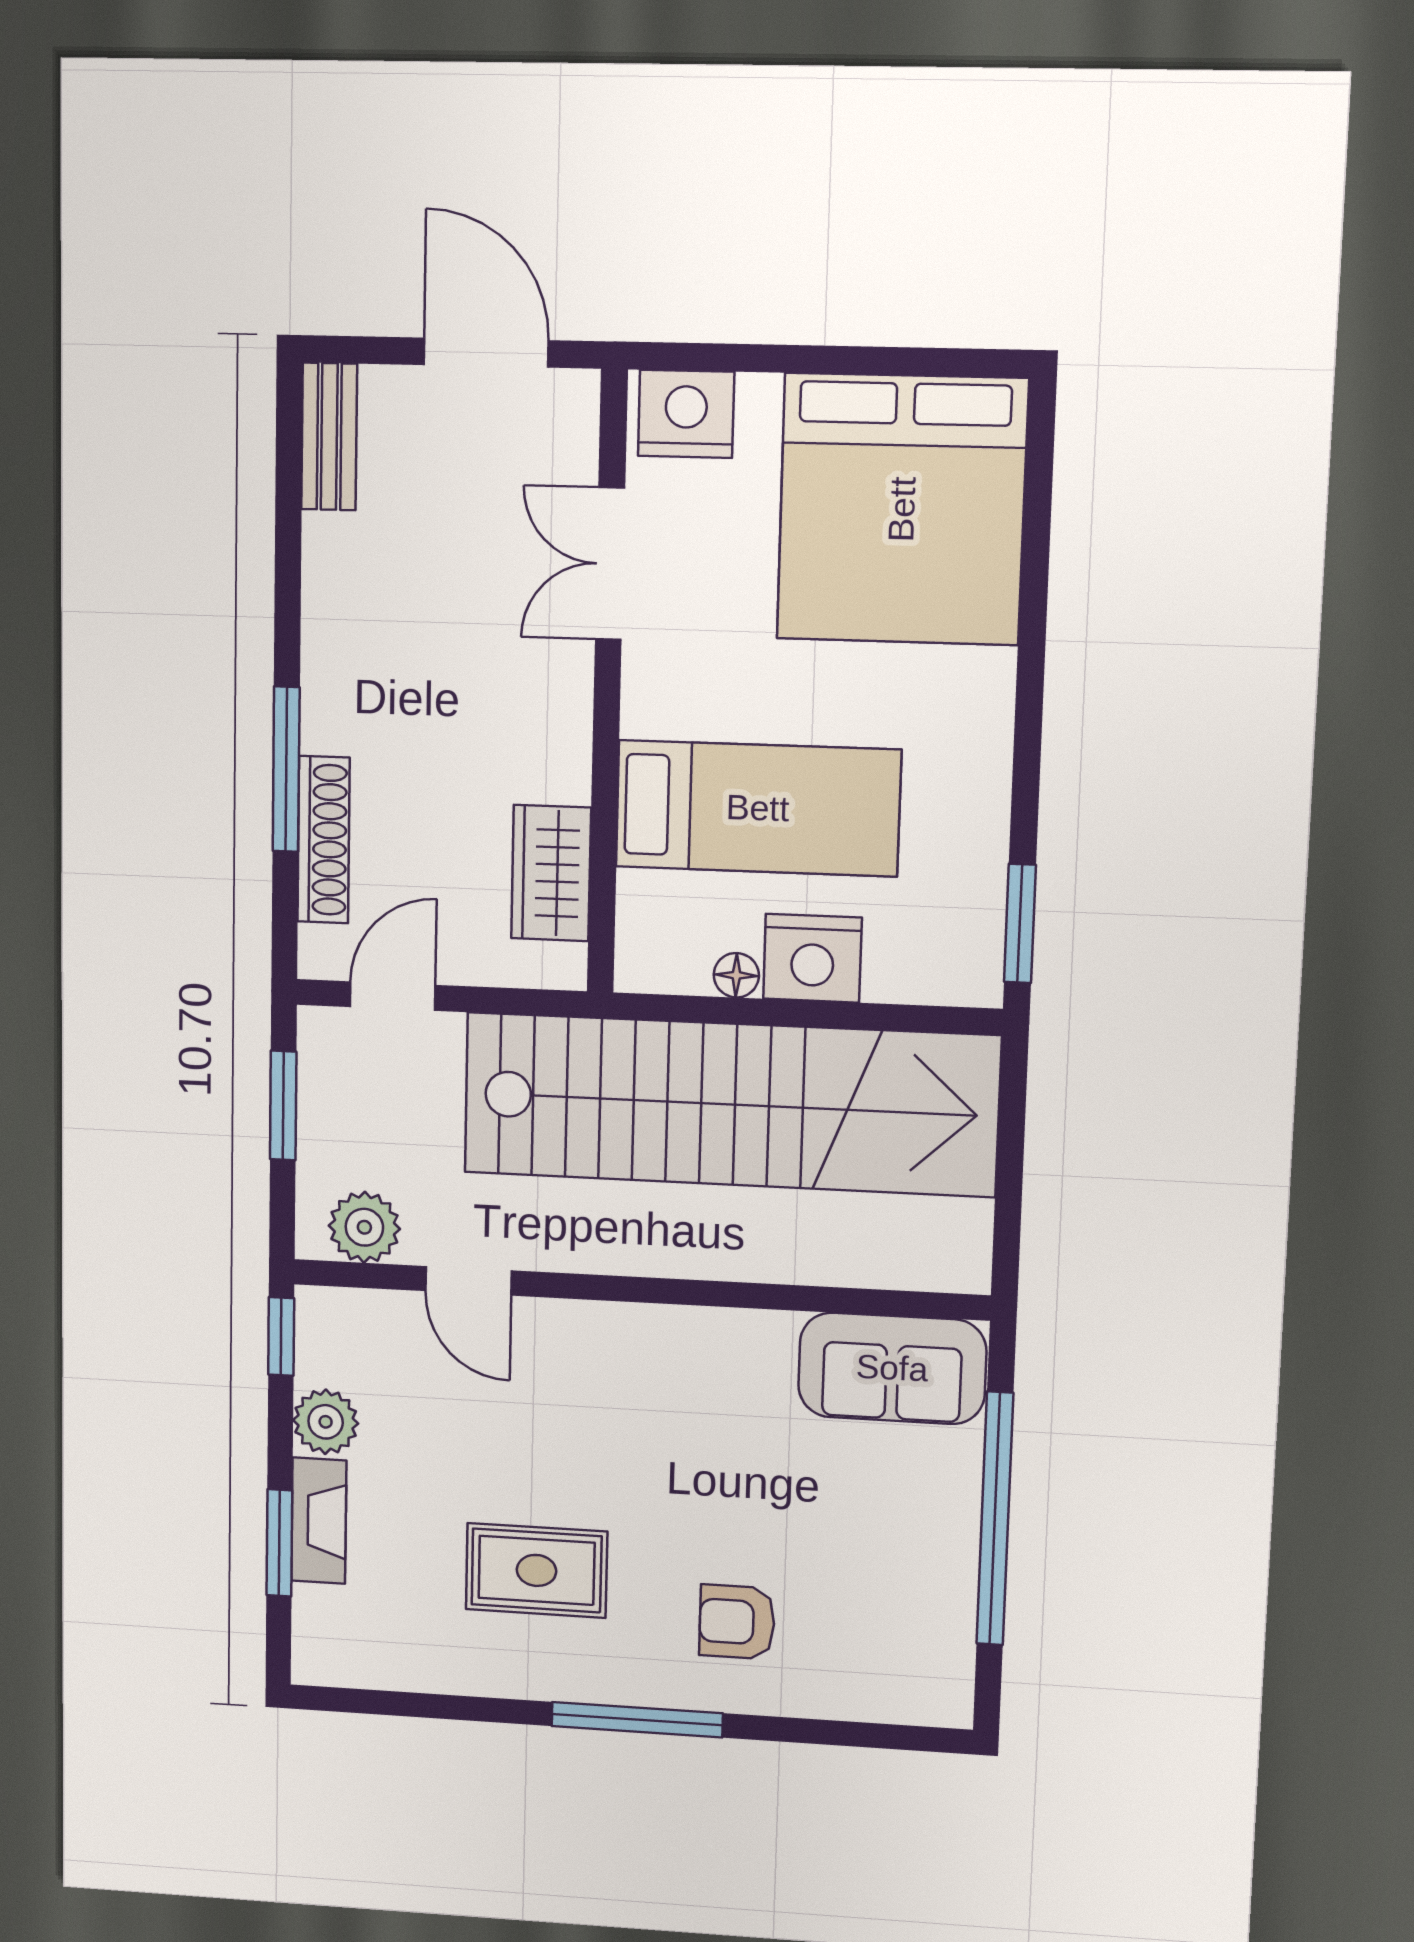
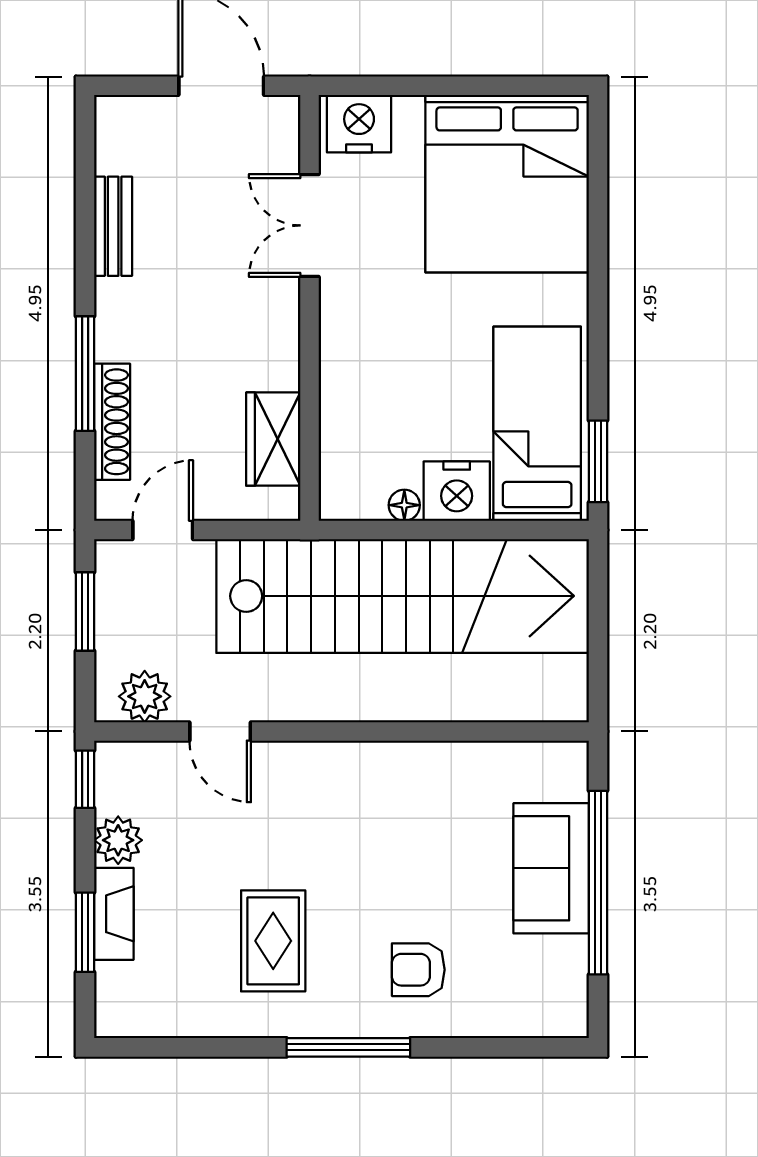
bench: (329, 437) -> (113, 226), moved
bed: (758, 808) -> (537, 424), moved, turned -90
sofa: (892, 1368) -> (551, 868), moved, turned 90
rug: (537, 1570) -> (273, 941), turned 90

